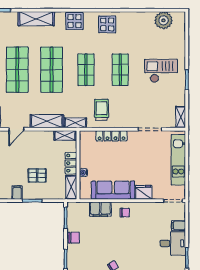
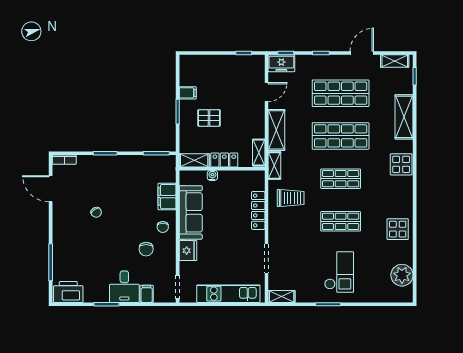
display table: (107, 24) -> (398, 229), moved
door: (16, 129) -> (266, 92), swing flipped
pallet: (37, 175) -> (209, 118), turned 90
chair: (74, 238) -> (146, 249), moved

